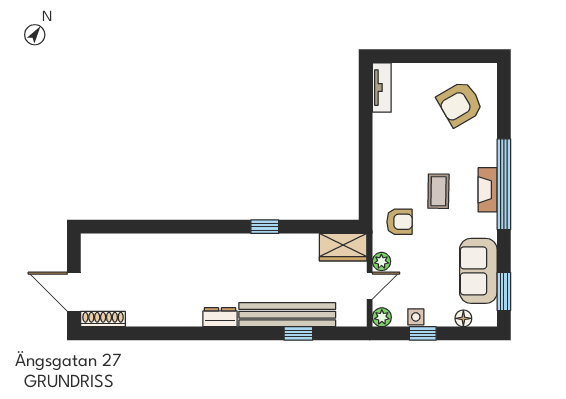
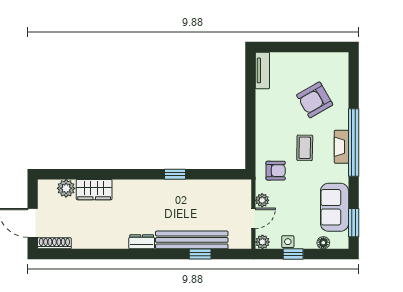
armchair: (460, 104) -> (315, 100), moved
plant: (119, 245) -> (66, 188), added
wardrobe: (343, 247) -> (94, 190), moved

